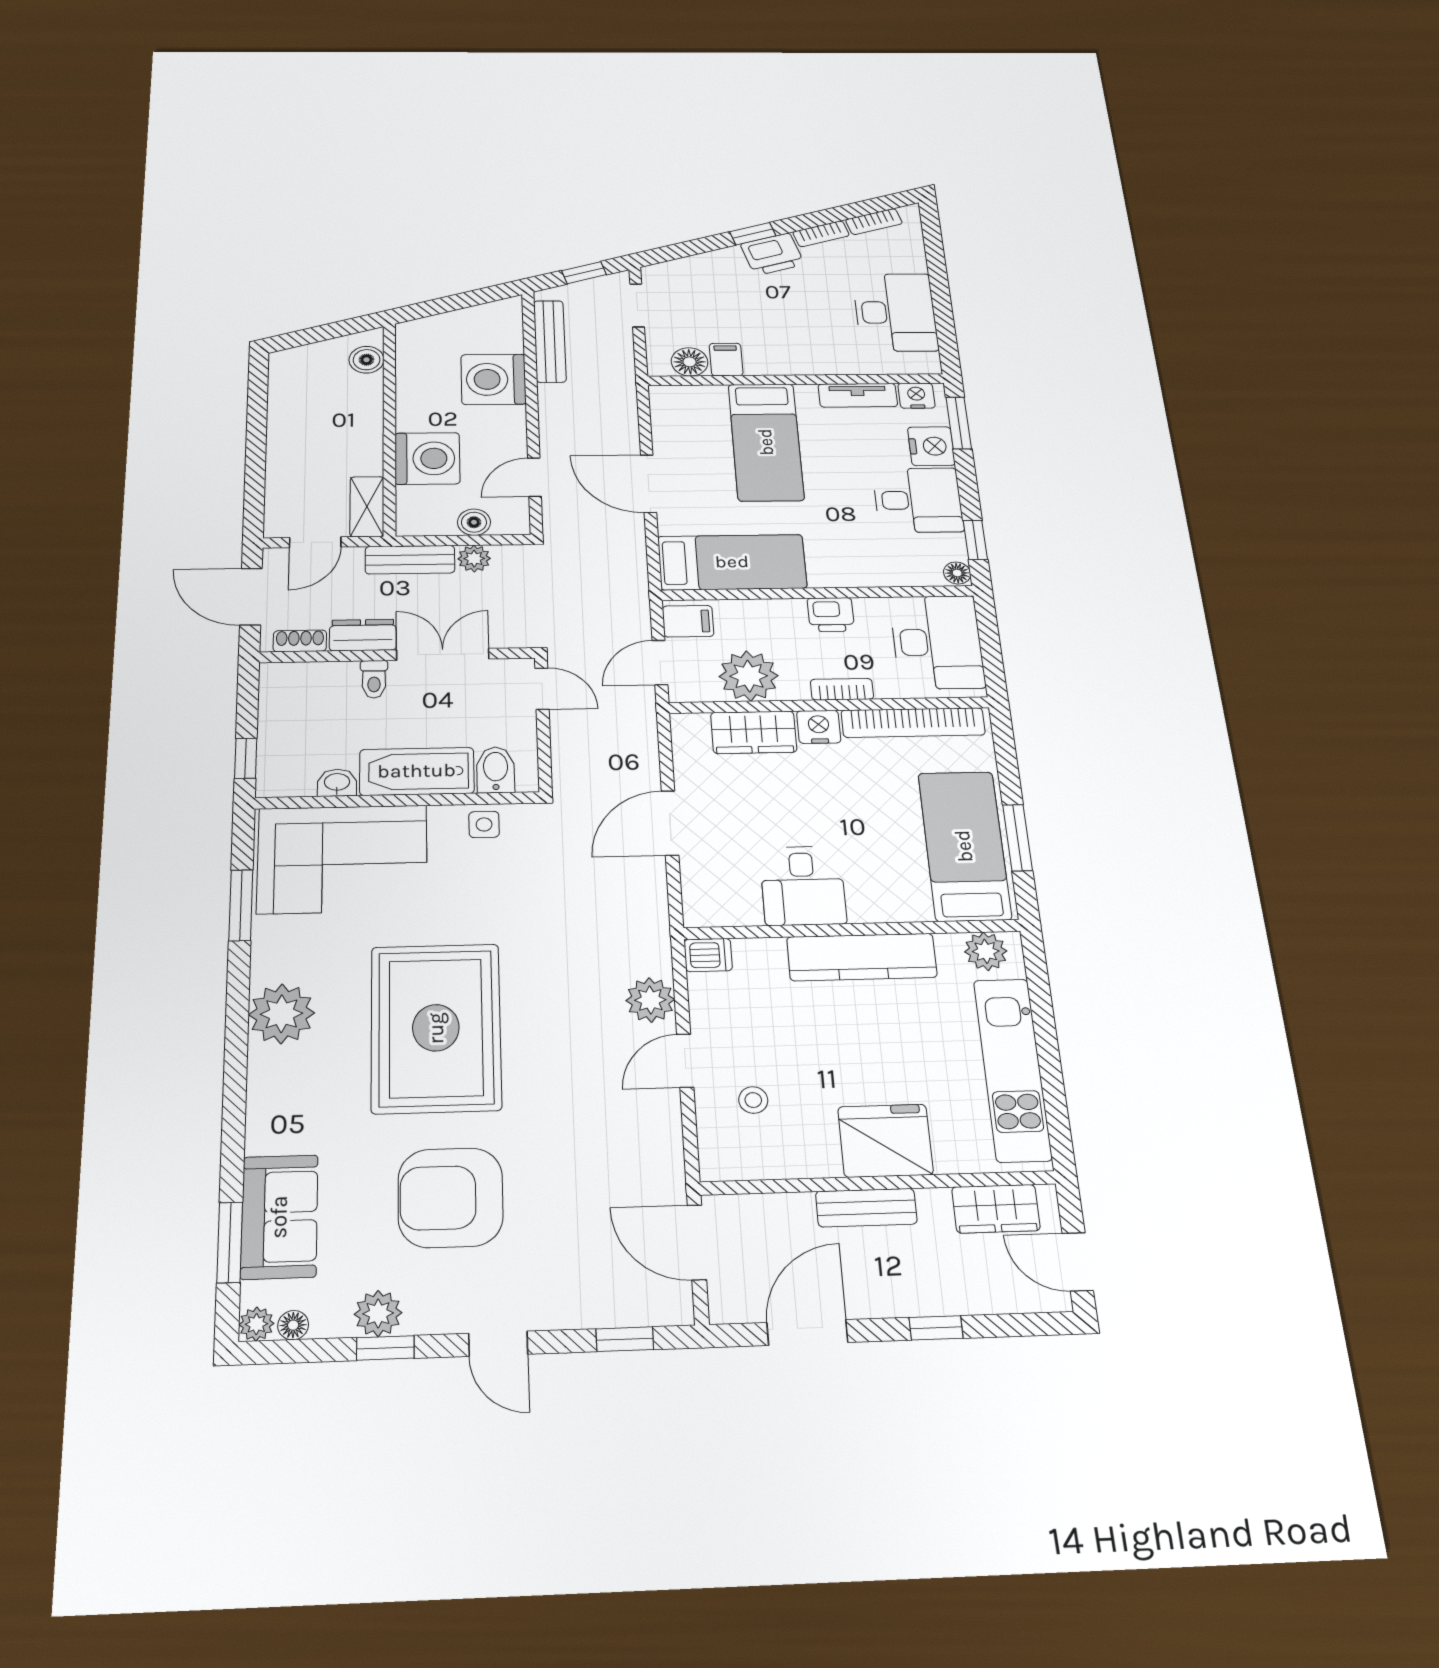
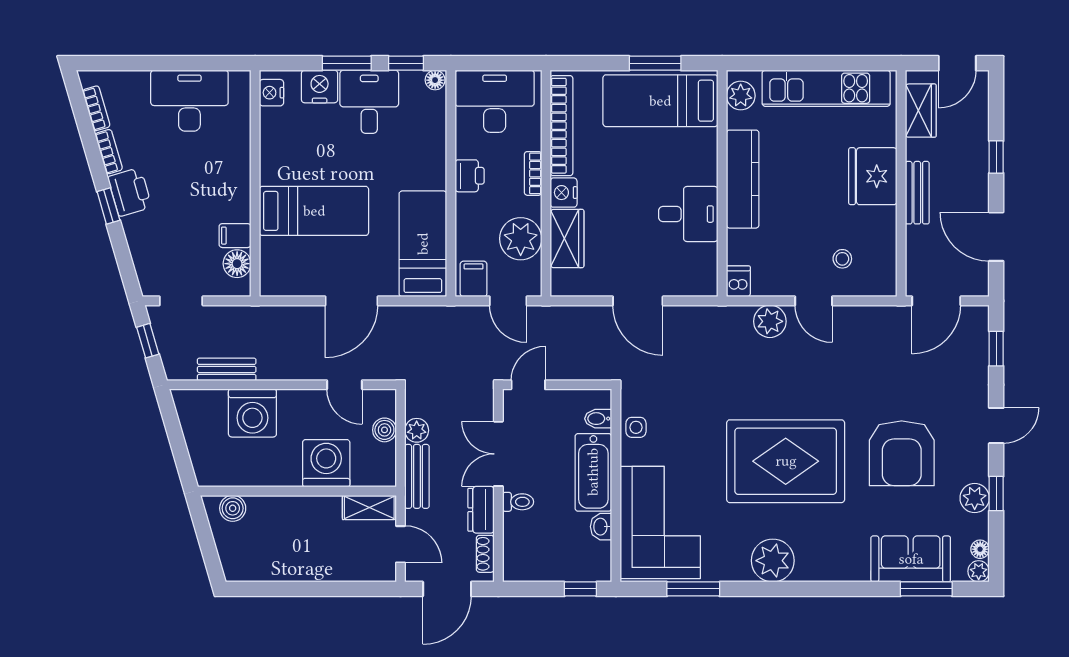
bench: (550, 341) -> (227, 369), width x0.73
tv unit: (858, 395) -> (271, 138), removed
window: (959, 423) -> (347, 63), moved
bidet: (496, 770) -> (598, 419), width x0.72, depth x0.74

